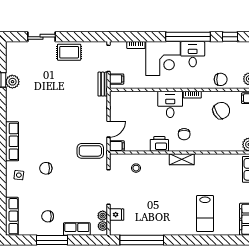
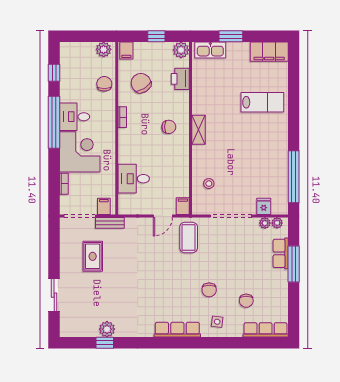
rug: (69, 52) -> (93, 256), moved
desk: (170, 104) -> (134, 179), moved
door: (109, 129) -> (163, 216), swing flipped
printer: (159, 144) -> (180, 79), moved
chair: (48, 216) -> (246, 301), moved
window: (52, 240) -> (294, 264), moved

